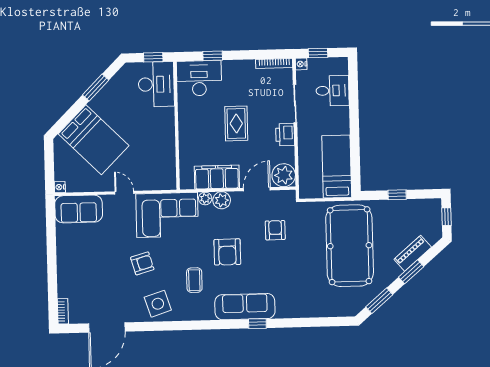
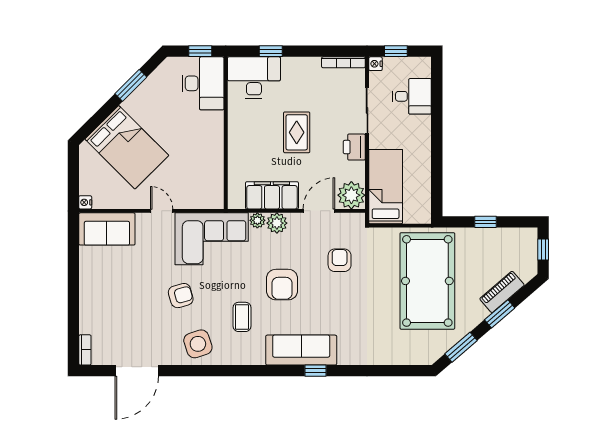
bed: (337, 167) -> (386, 187), moved

